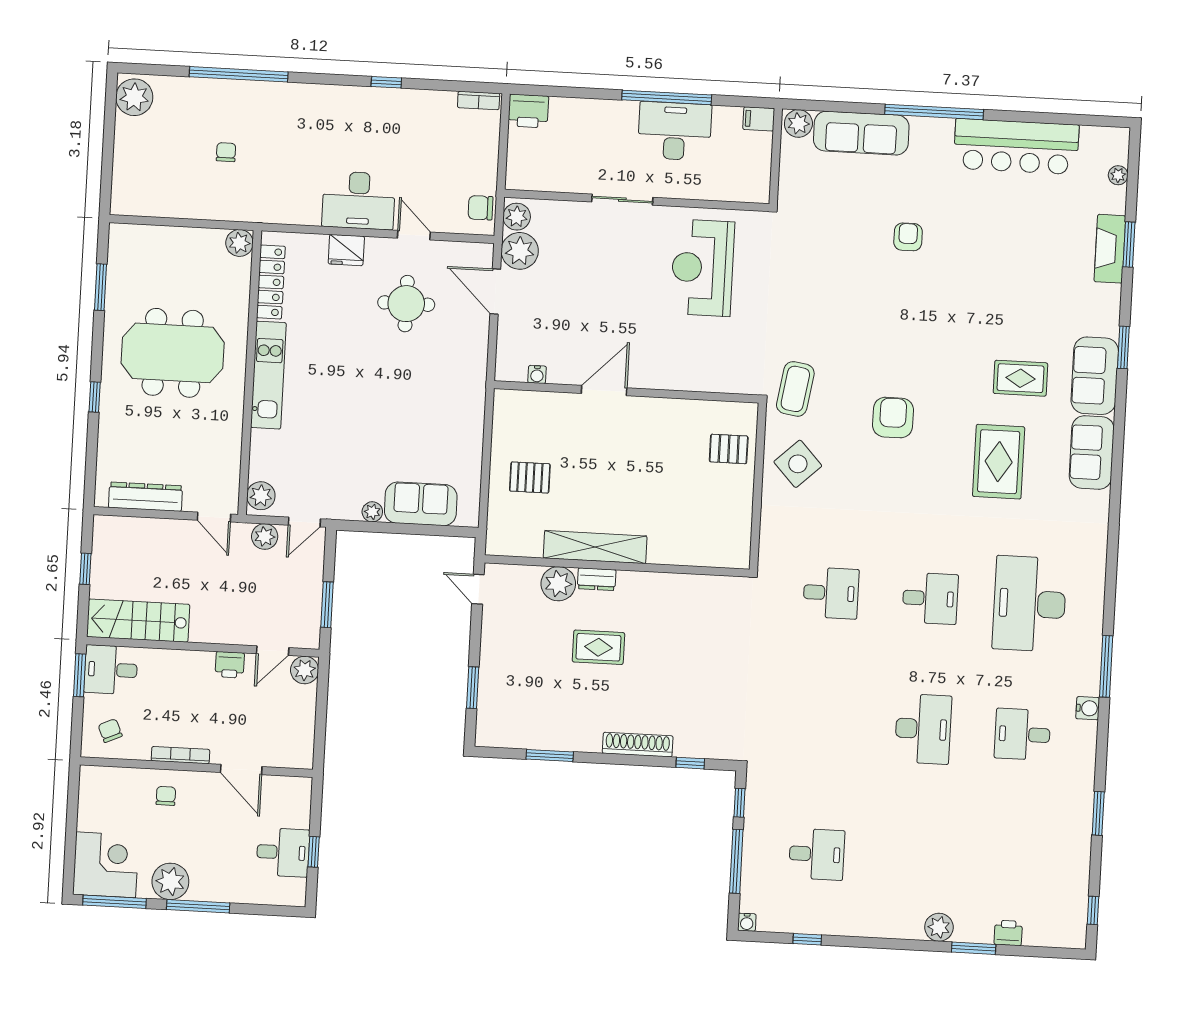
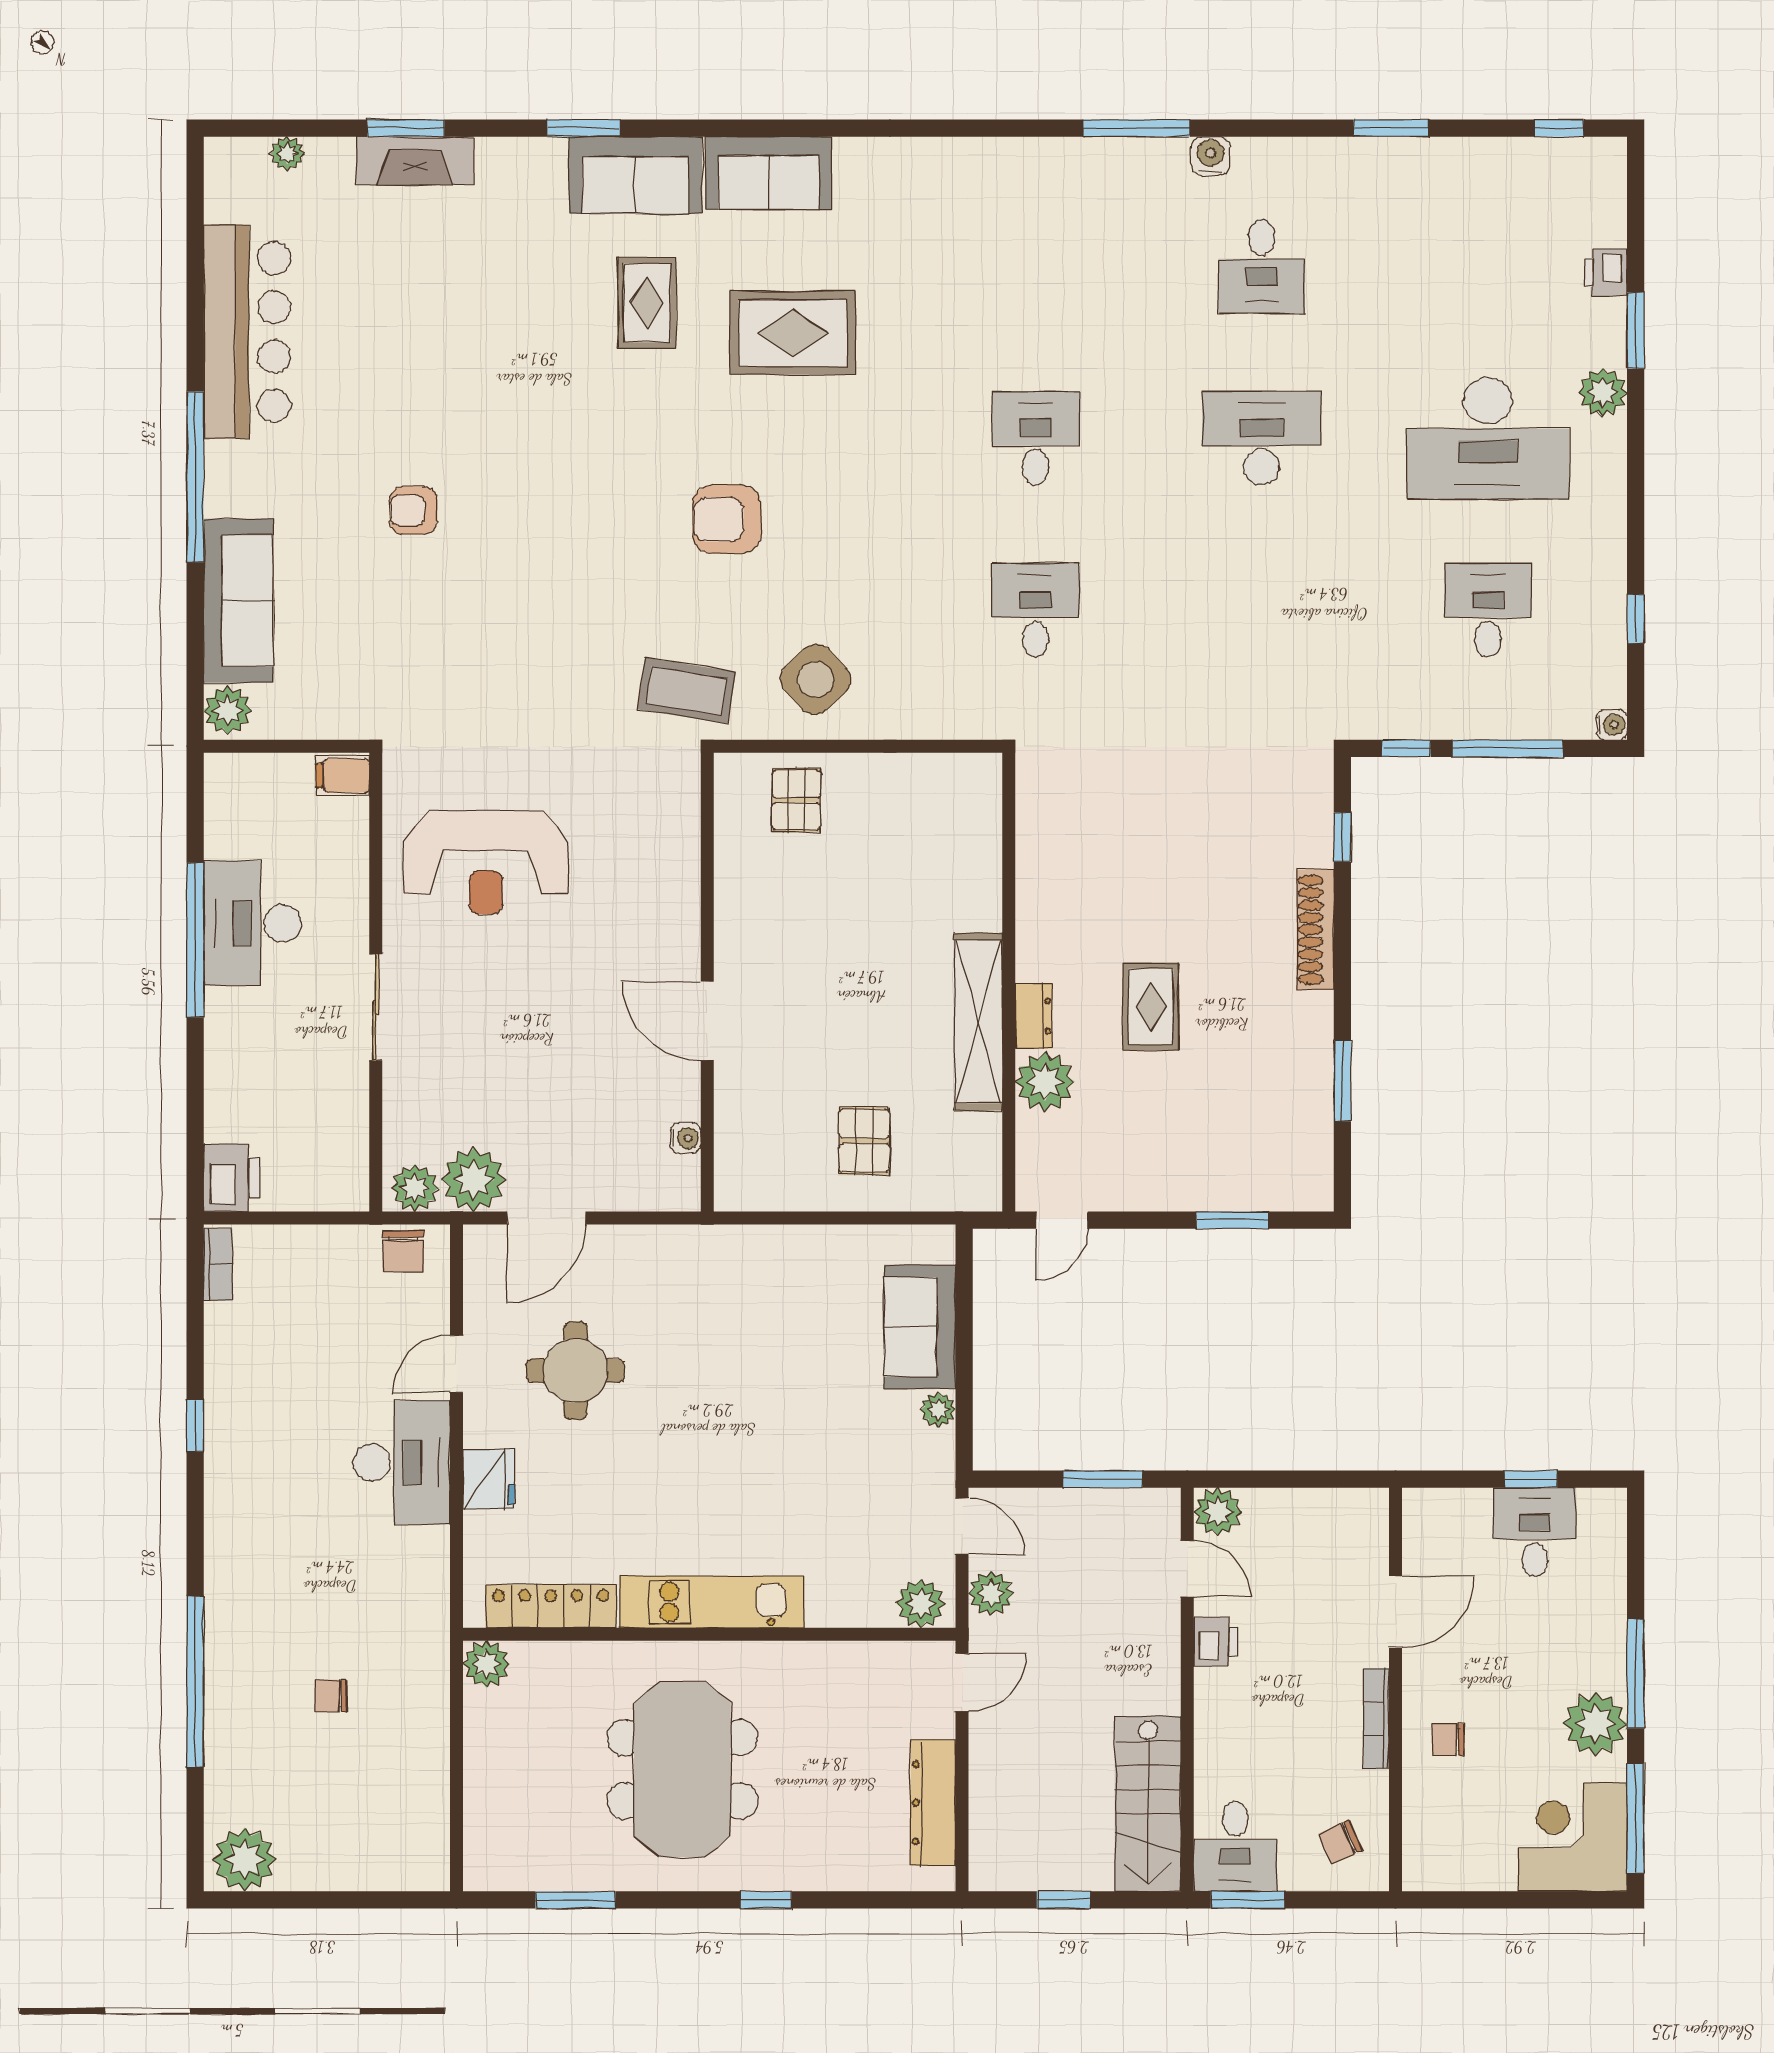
filing cabinet: (759, 119) -> (343, 776), moved, turned 90
desk: (1029, 604) -> (1488, 438), moved

